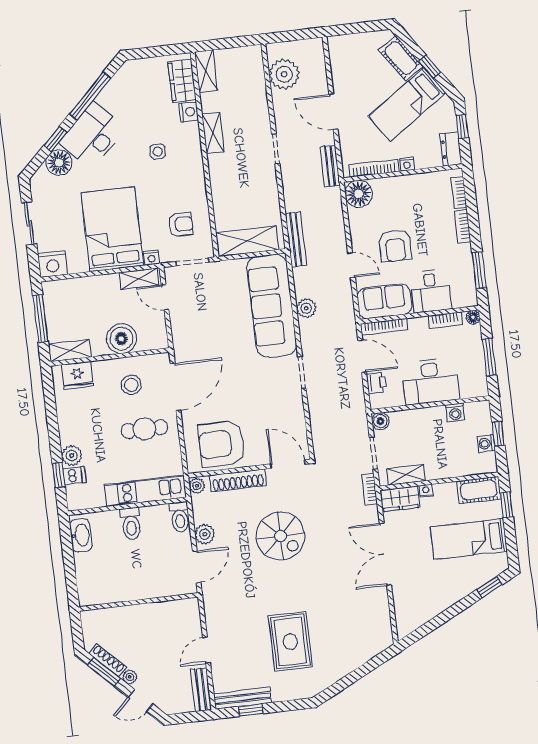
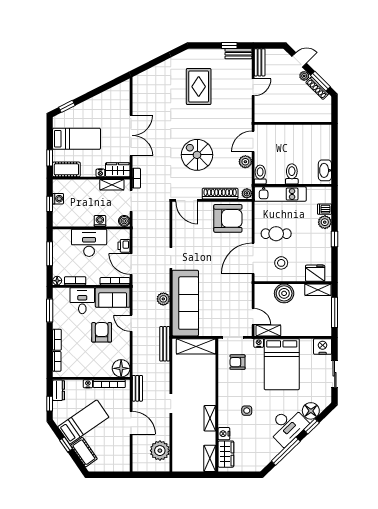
washing machine: (455, 412) -> (100, 221), moved
window: (59, 475) -> (335, 239), moved
bench: (243, 698) -> (238, 54), width x0.73

